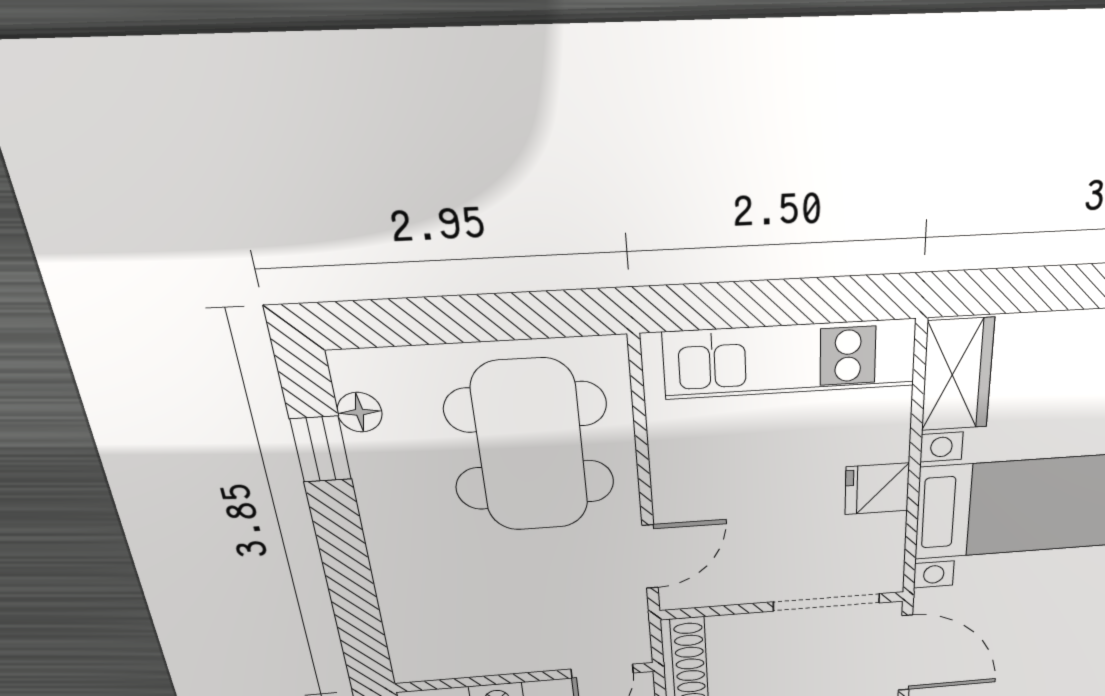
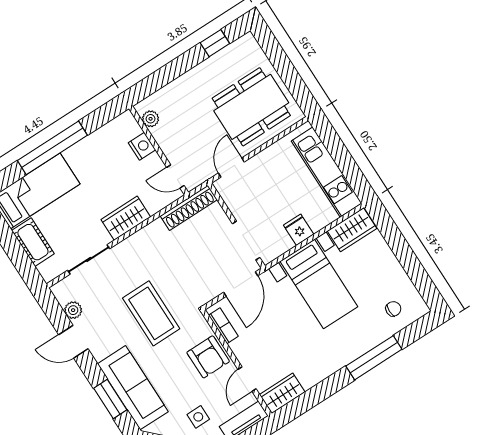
floor lamp: (360, 412) -> (235, 49), removed
door: (650, 557) -> (231, 168), swing flipped
plant: (443, 663) -> (151, 119), added

